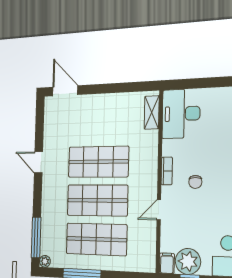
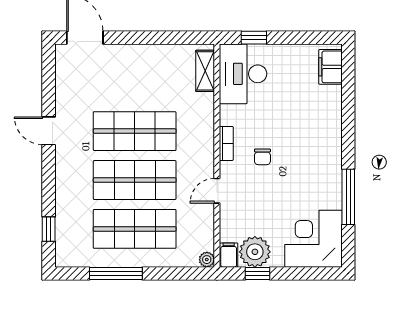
window: (190, 84) -> (254, 38), added
window: (36, 237) -> (49, 229), width x0.46
plant: (45, 261) -> (207, 260), moved

